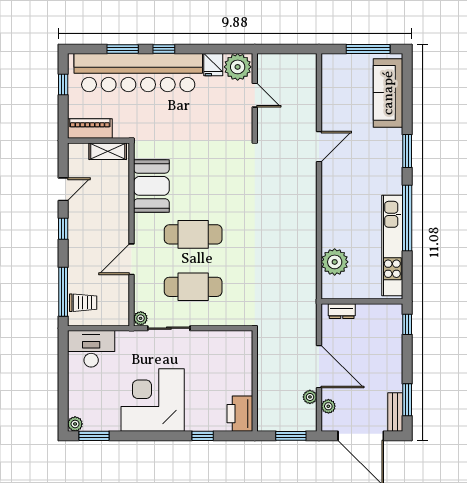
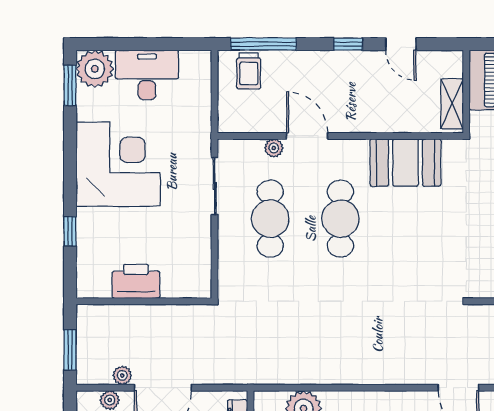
plant: (141, 318) -> (274, 148), moved
desk: (91, 349) -> (147, 75), moved, turned -90
printer: (240, 414) -> (136, 281), moved
plant: (75, 424) -> (95, 69), width x1.88, depth x1.88

